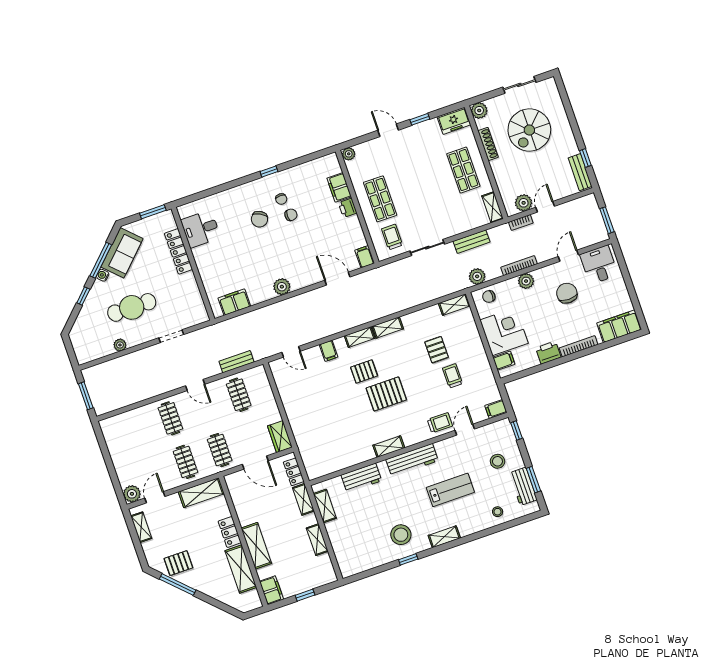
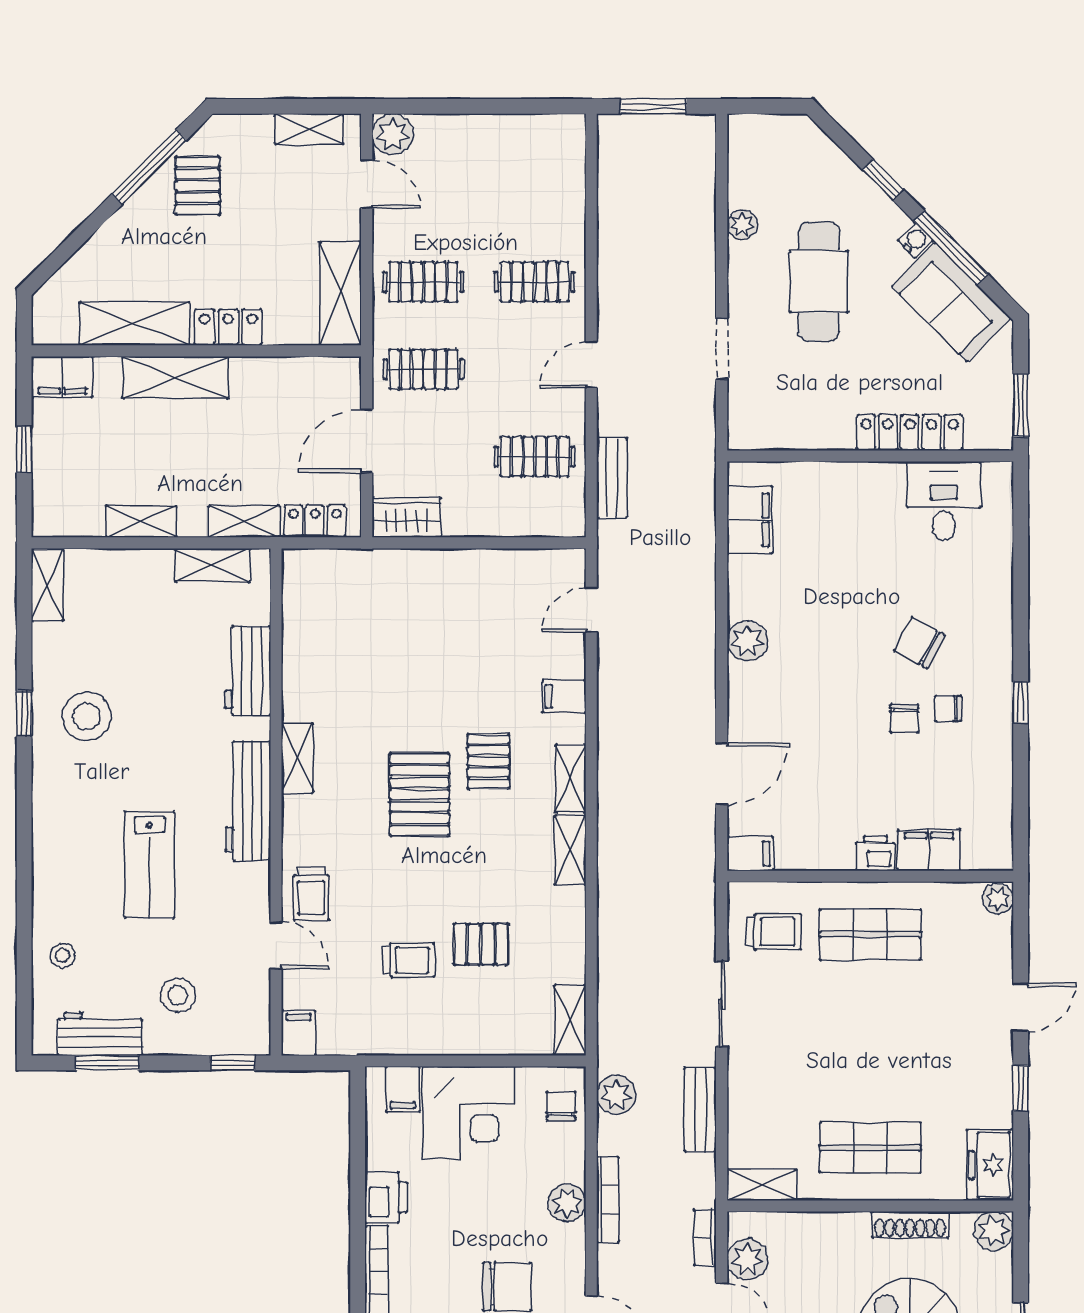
shelving: (444, 537) -> (48, 585), moved

